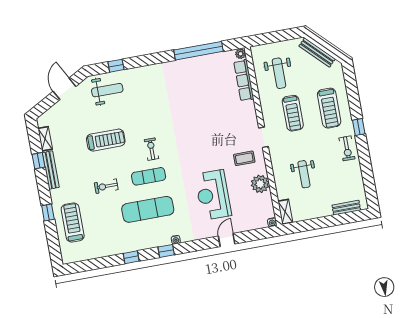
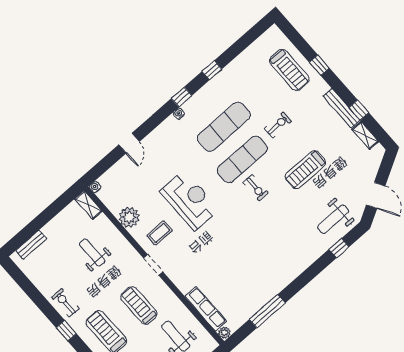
window: (199, 51) -> (267, 311), width x0.68
exercise mat: (149, 176) -> (242, 159), width x1.36, depth x1.45
reception desk: (213, 195) -> (190, 200), moved

